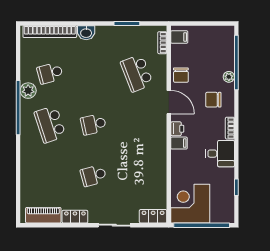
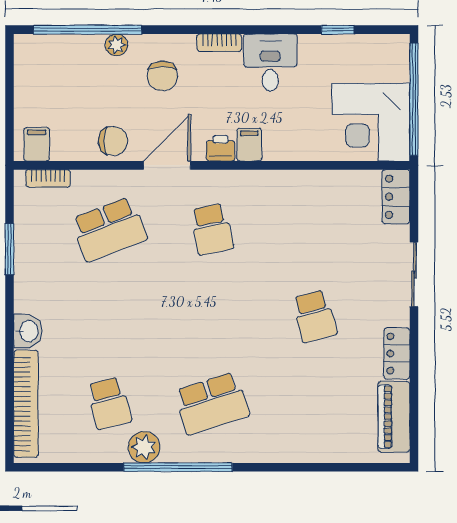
school desk: (93, 124) -> (212, 229), moved

